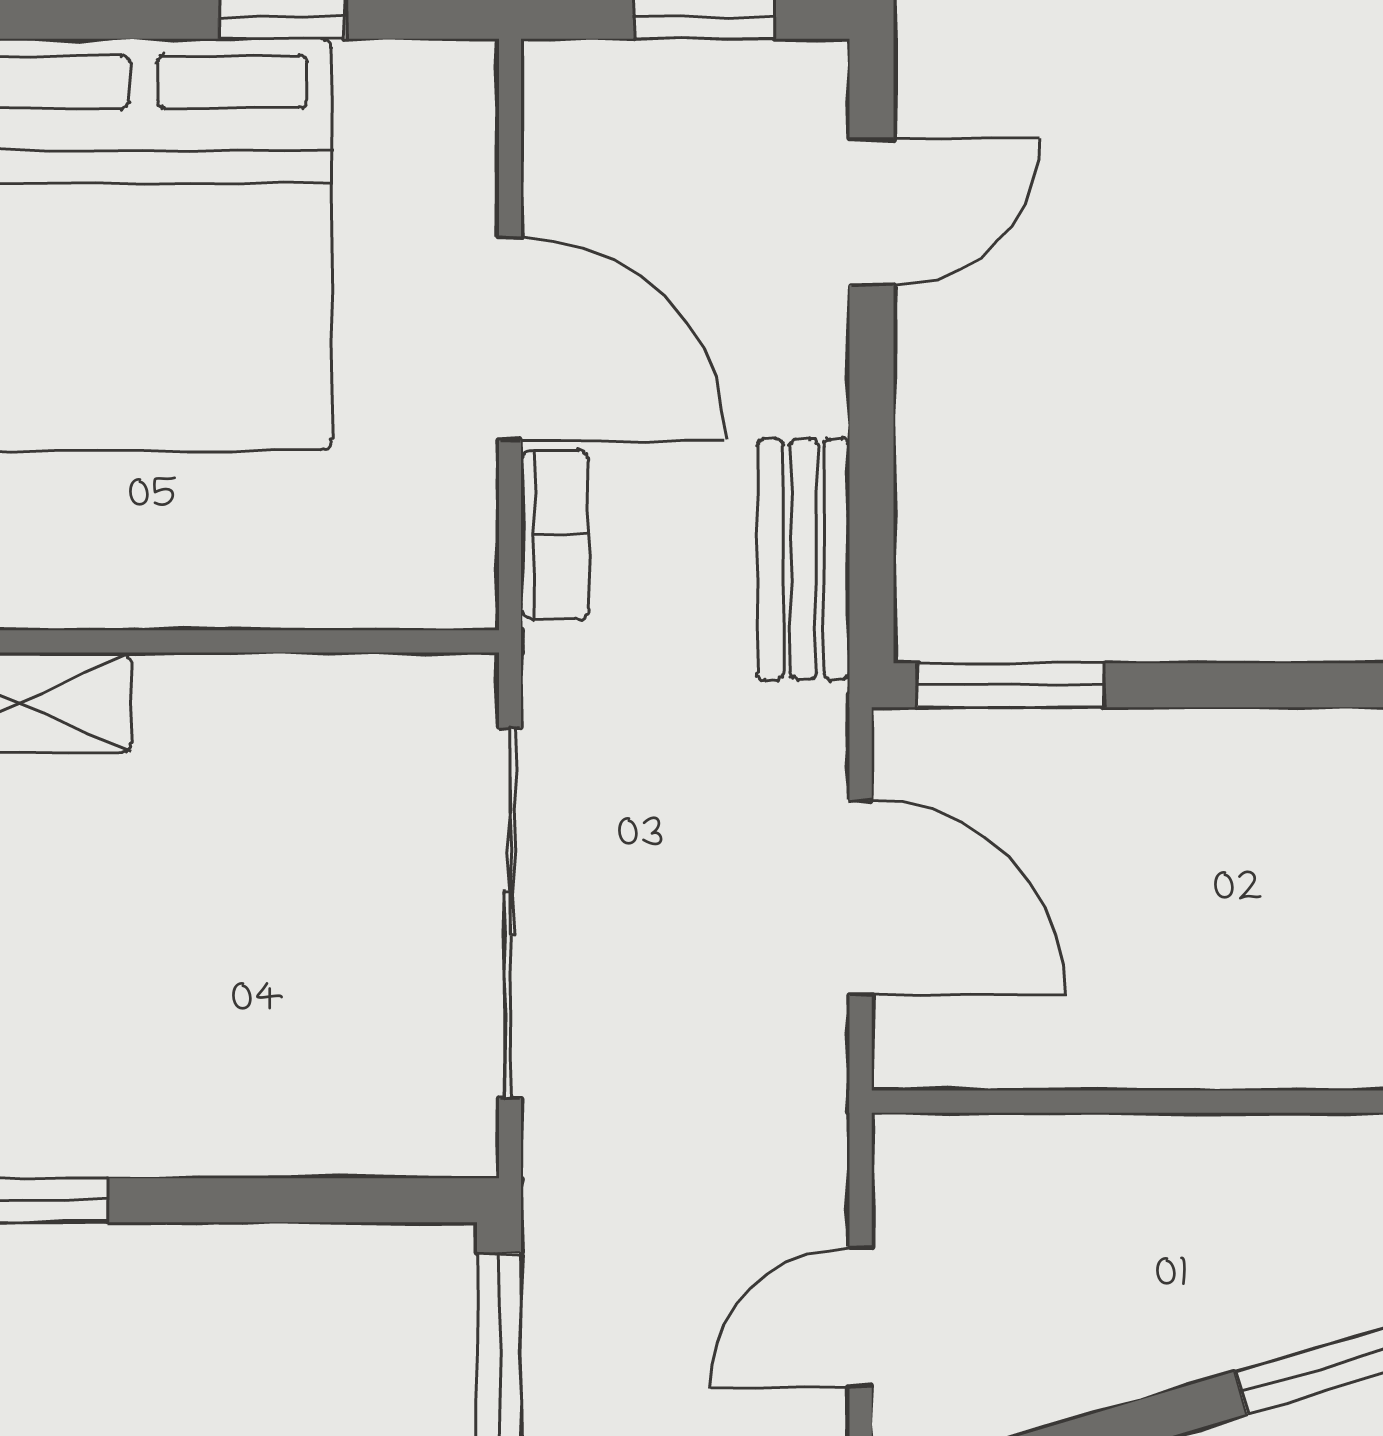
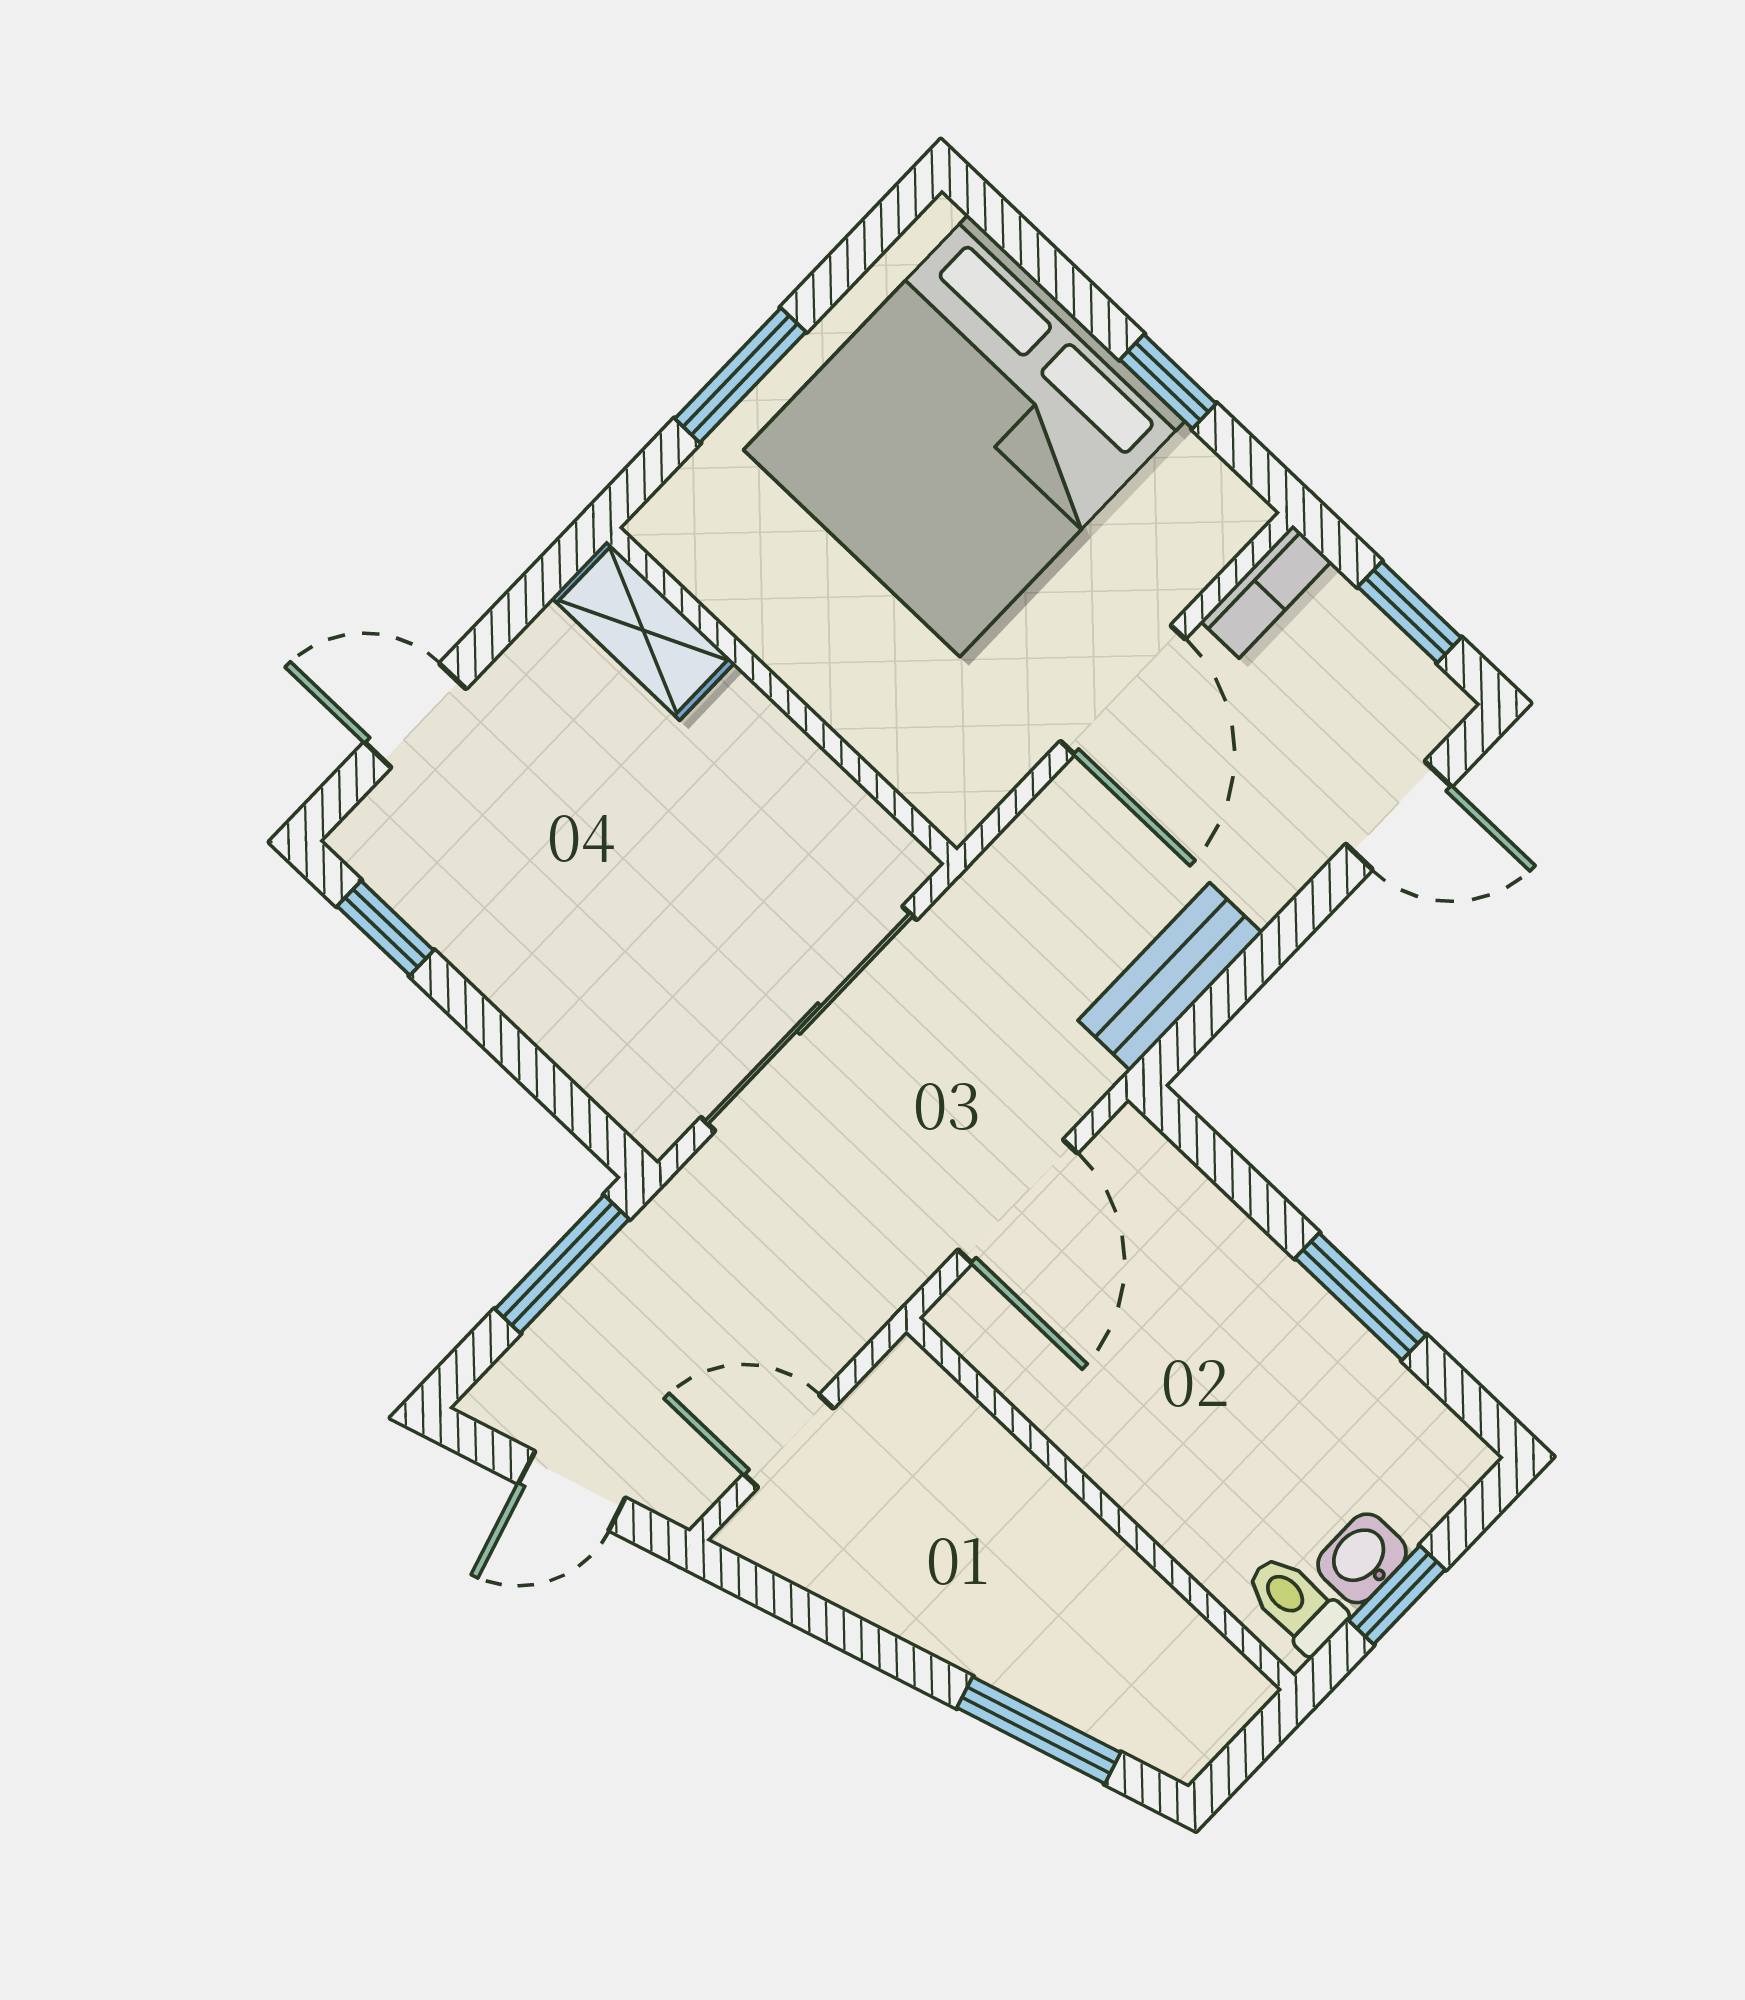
bookcase: (555, 535) -> (1266, 592), moved
window: (1011, 685) -> (1361, 1297), moved

